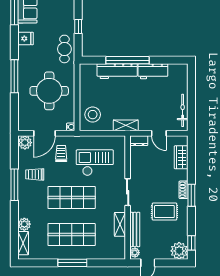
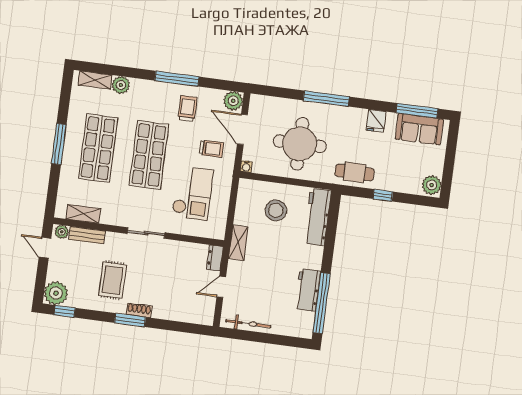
window: (127, 60) -> (321, 303), moved
workbench: (117, 71) -> (317, 217), moved
stool: (93, 115) -> (276, 210), moved
wardrobe: (181, 157) -> (184, 313), removed
shelving: (120, 224) -> (83, 214), moved
bench: (135, 229) -> (87, 235), width x0.73

